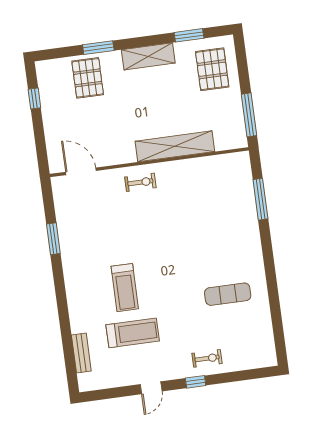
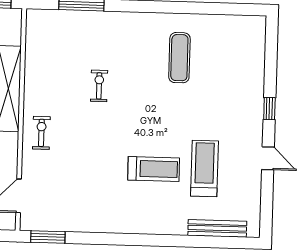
window: (53, 239) -> (48, 237), moved
bench: (81, 353) -> (217, 228), width x1.36
exercise bike: (207, 358) -> (99, 86), moved

